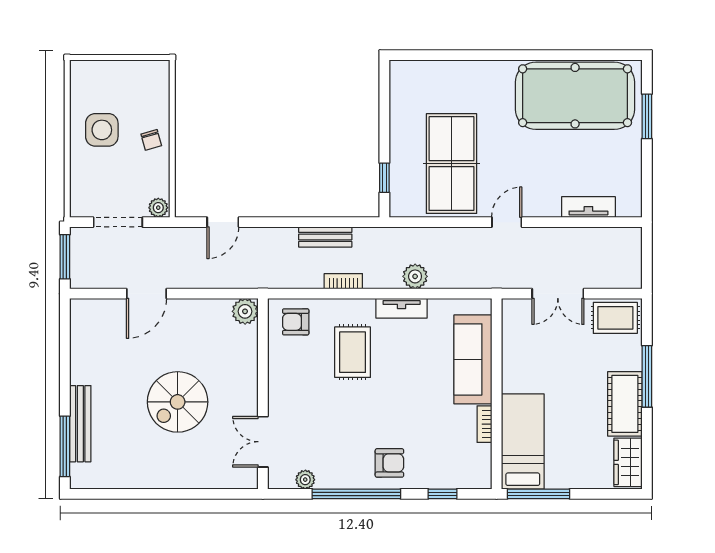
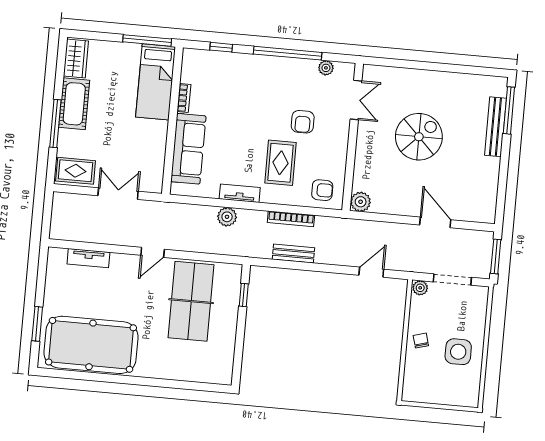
bookcase: (343, 281) -> (291, 219), width x1.56
door: (147, 294) -> (435, 222), hinge flipped
armchair: (389, 463) -> (303, 122), moved, turned -90

